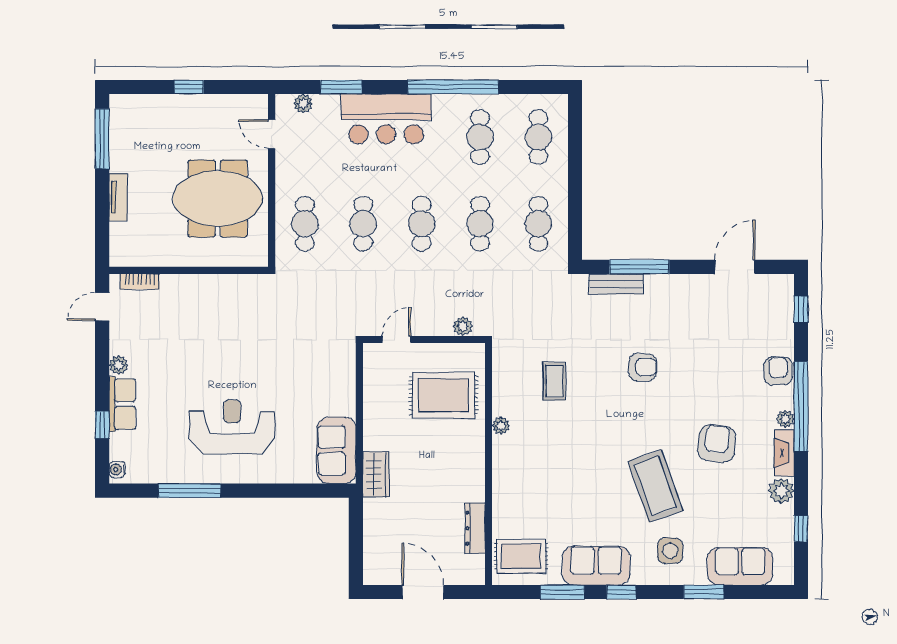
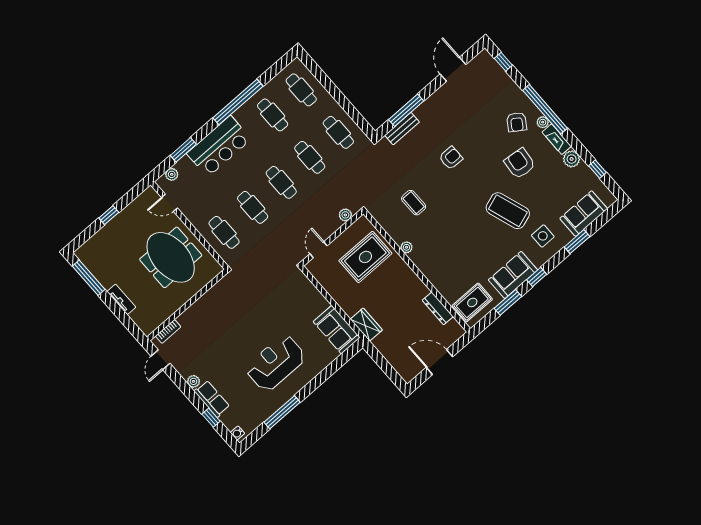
meeting table: (218, 199) -> (171, 257), turned 90
armchair: (778, 371) -> (517, 122), moved, turned -146

